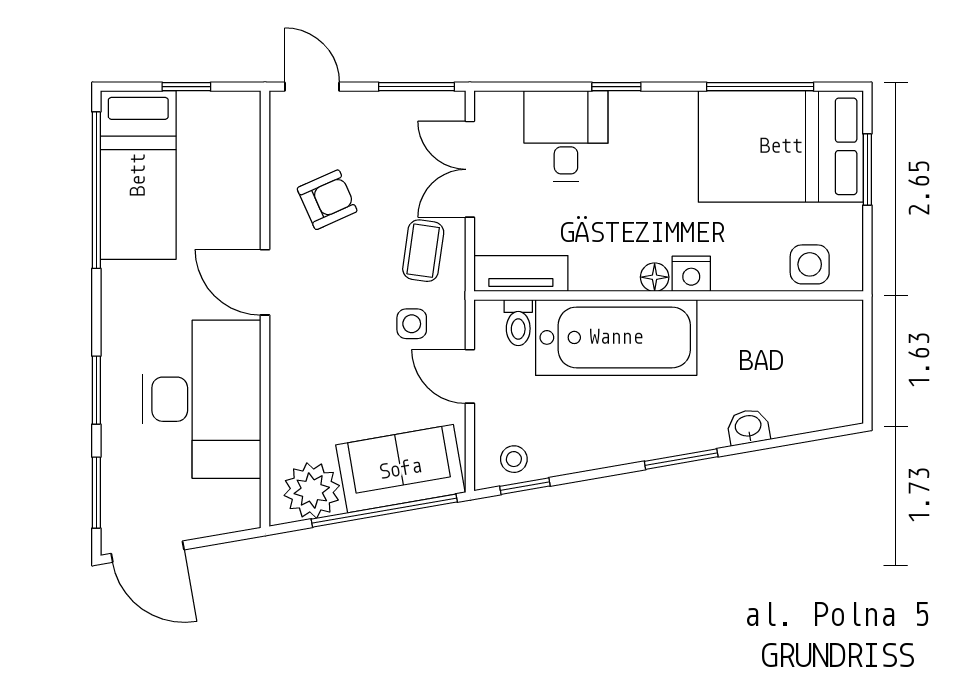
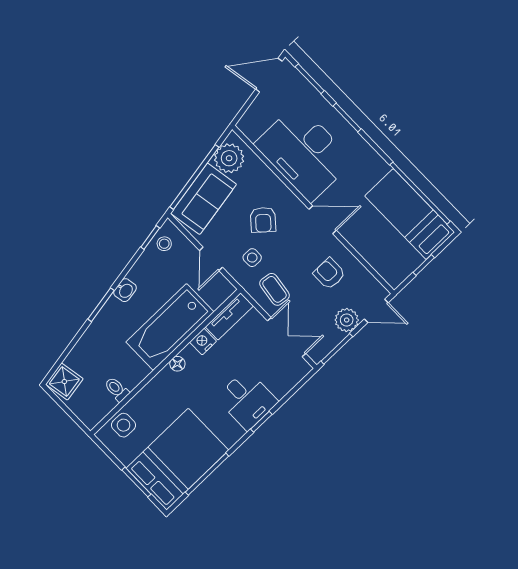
plant: (365, 113) -> (347, 320), added
desk: (566, 136) -> (247, 400), moved
armchair: (327, 200) -> (329, 274), turned 114
nightstand: (691, 274) -> (203, 342), moved
toilet: (518, 323) -> (117, 389), moved
armchair: (347, 361) -> (263, 220), added
door: (470, 376) -> (211, 259), swing flipped
shower: (833, 402) -> (64, 382), added
washbasin: (748, 427) -> (125, 290), moved

